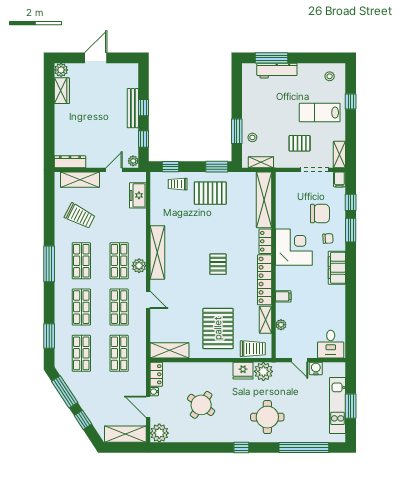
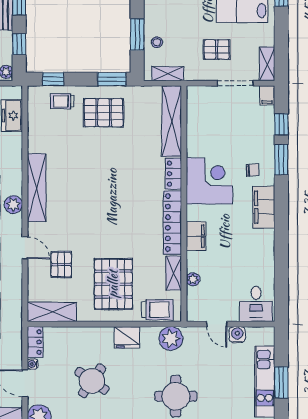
chair: (320, 214) -> (242, 139), removed
pallet: (218, 264) -> (61, 265), moved
filing cabinet: (283, 296) -> (196, 236), width x2.00
fridge: (243, 371) -> (127, 337), moved

